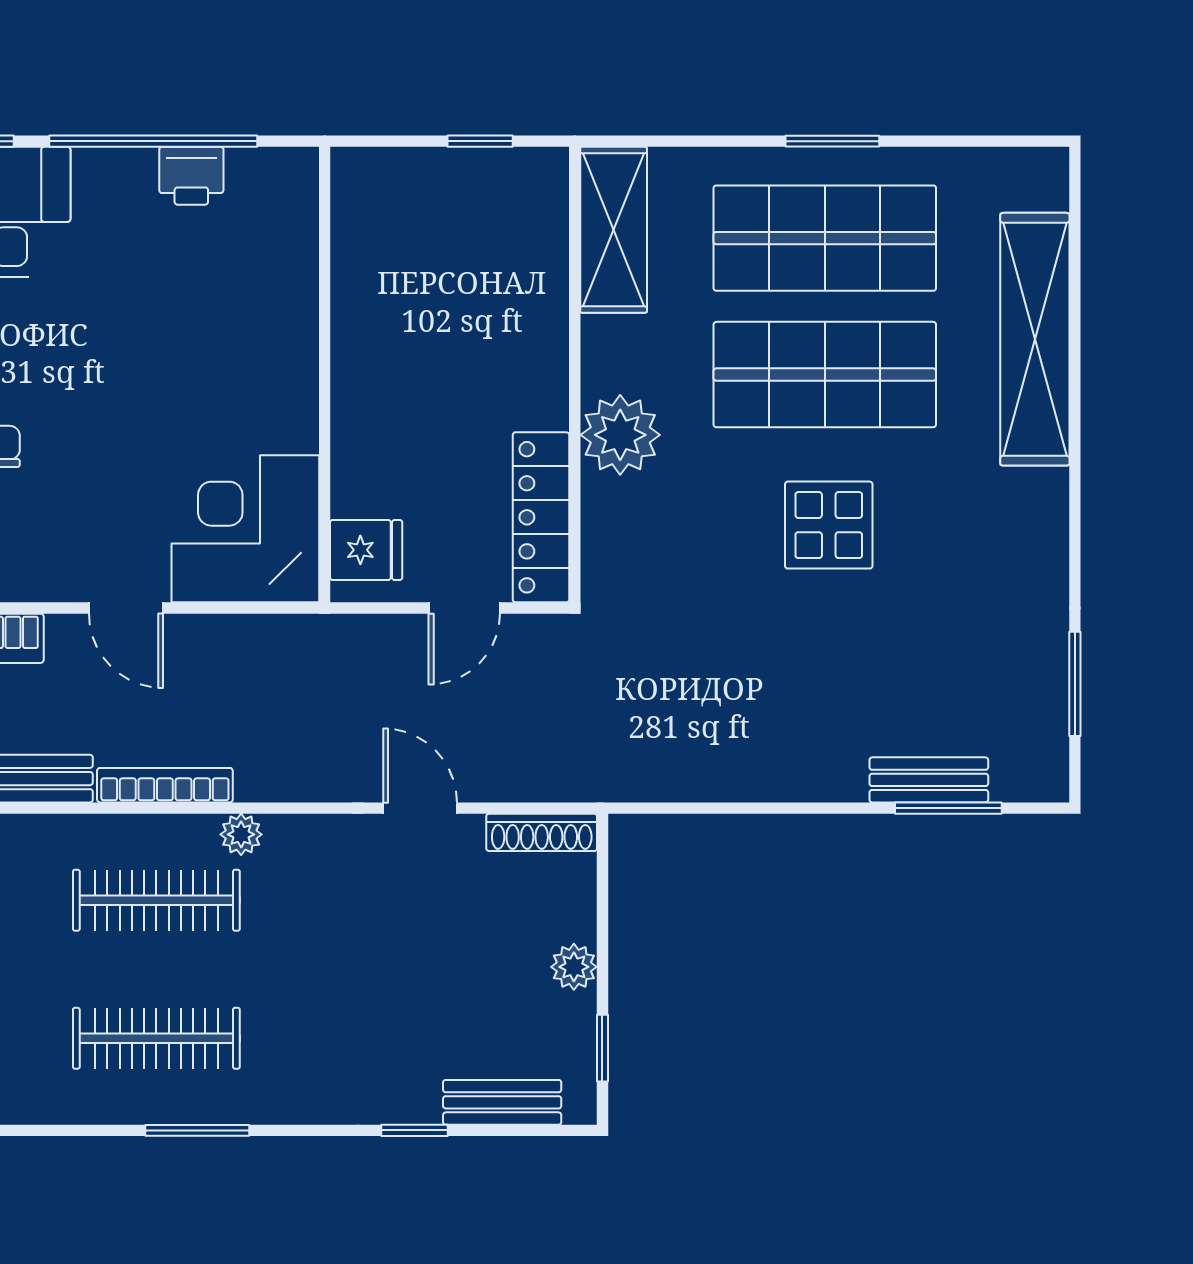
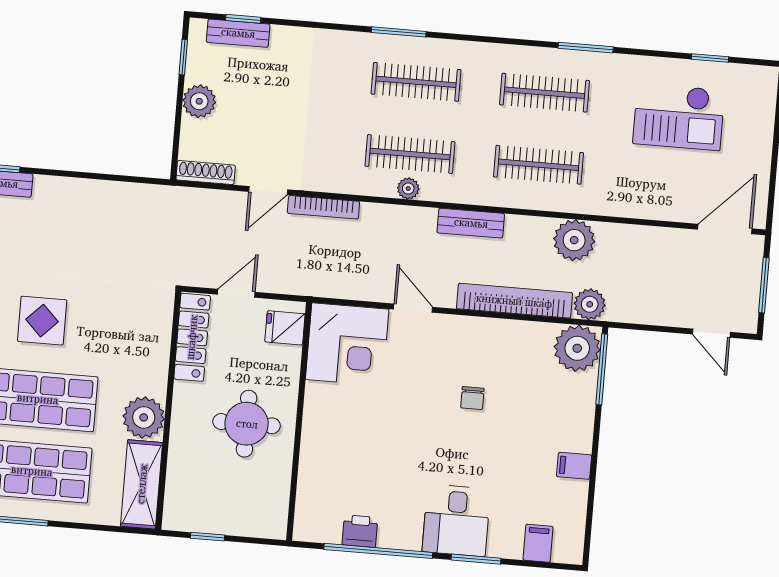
round table: (424, 362) -> (247, 424), added
plant: (620, 435) -> (144, 417), moved
bookcase: (165, 785) -> (323, 207), moved
door: (420, 808) -> (268, 191), hinge flipped
plant: (241, 834) -> (408, 188), moved
plant: (574, 967) -> (199, 101), width x1.38, depth x1.38
window: (414, 1130) -> (243, 19), moved

